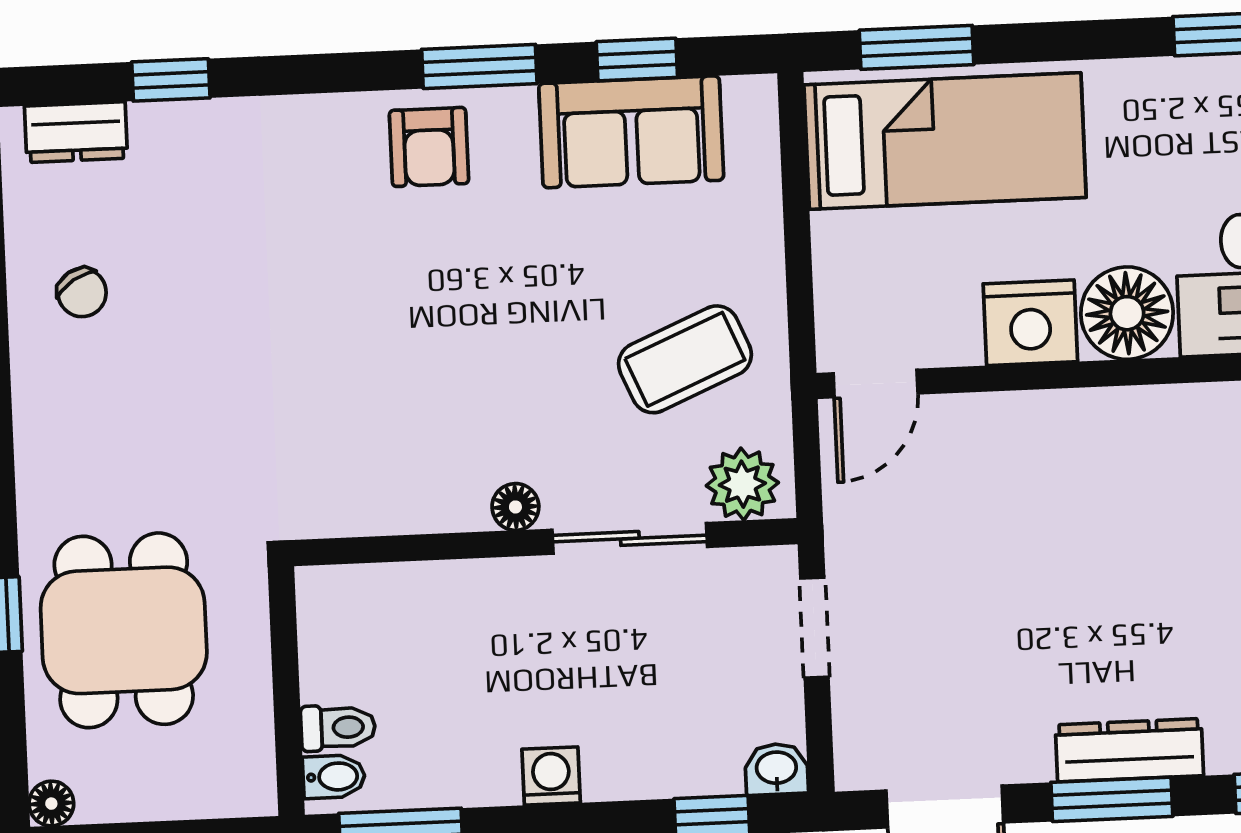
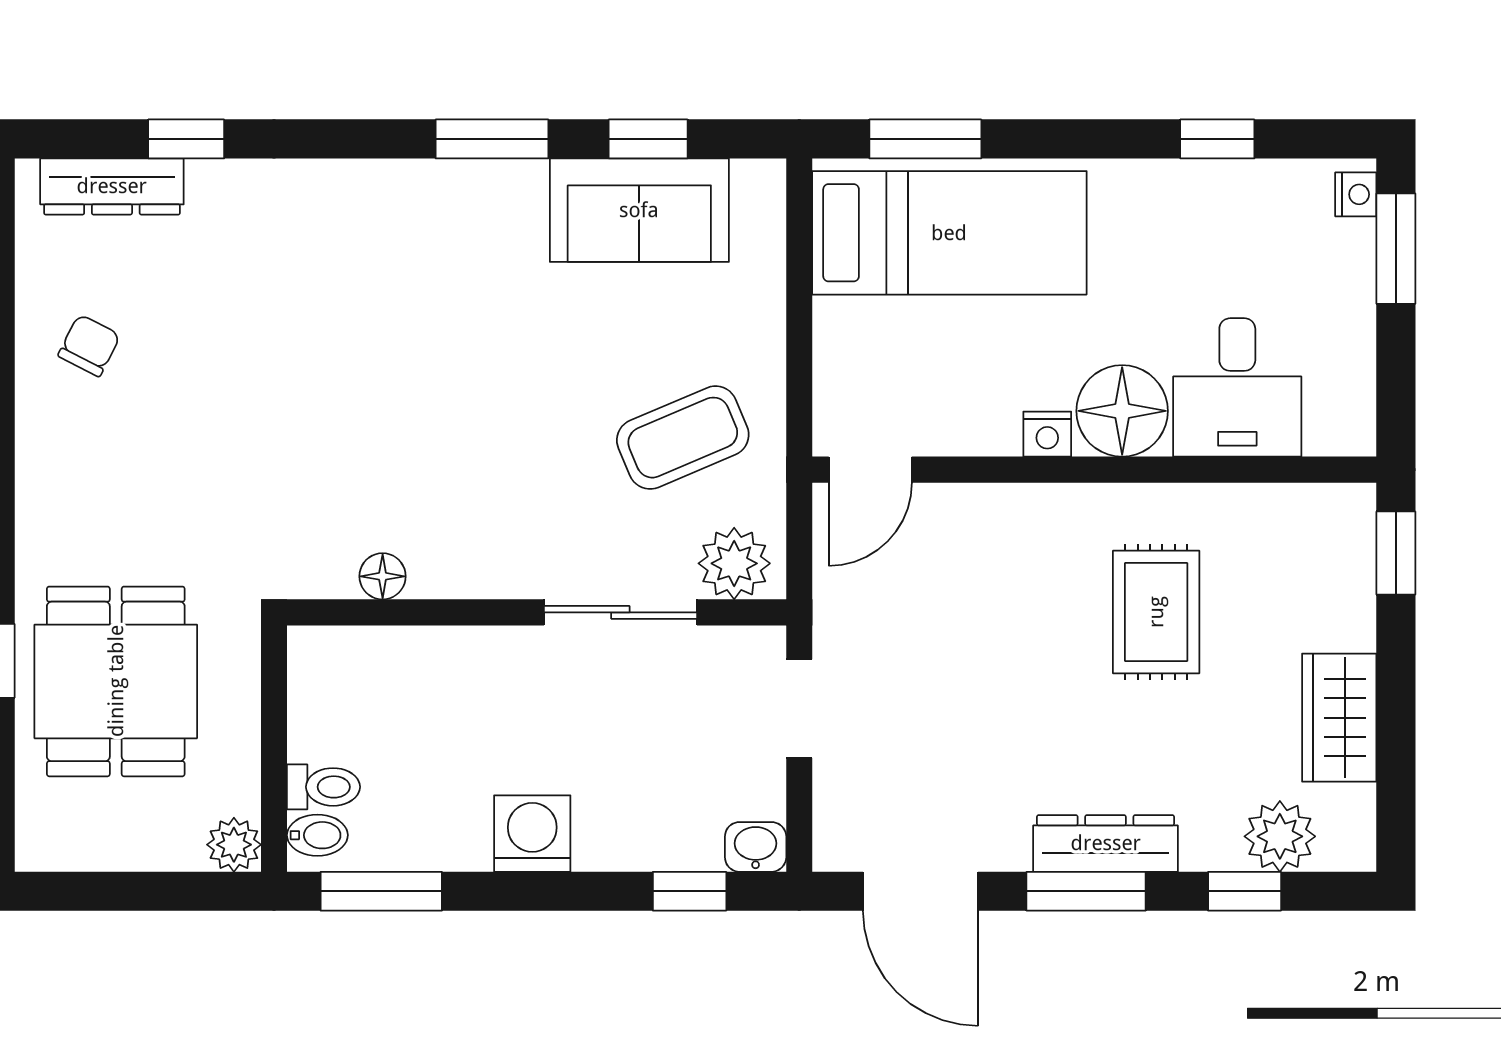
dresser: (76, 132) -> (112, 186), width x1.44
armchair: (429, 147) -> (439, 216), removed
chair: (82, 293) -> (89, 345), turned -121
nightstand: (1030, 323) -> (1047, 434), width x0.53, depth x0.56
floor lamp: (515, 507) -> (383, 576), moved
rug: (1170, 514) -> (1156, 612), added
washing machine: (551, 776) -> (532, 834), width x1.38, depth x1.38
plant: (250, 790) -> (234, 845), added
floor lamp: (51, 804) -> (37, 850), removed

